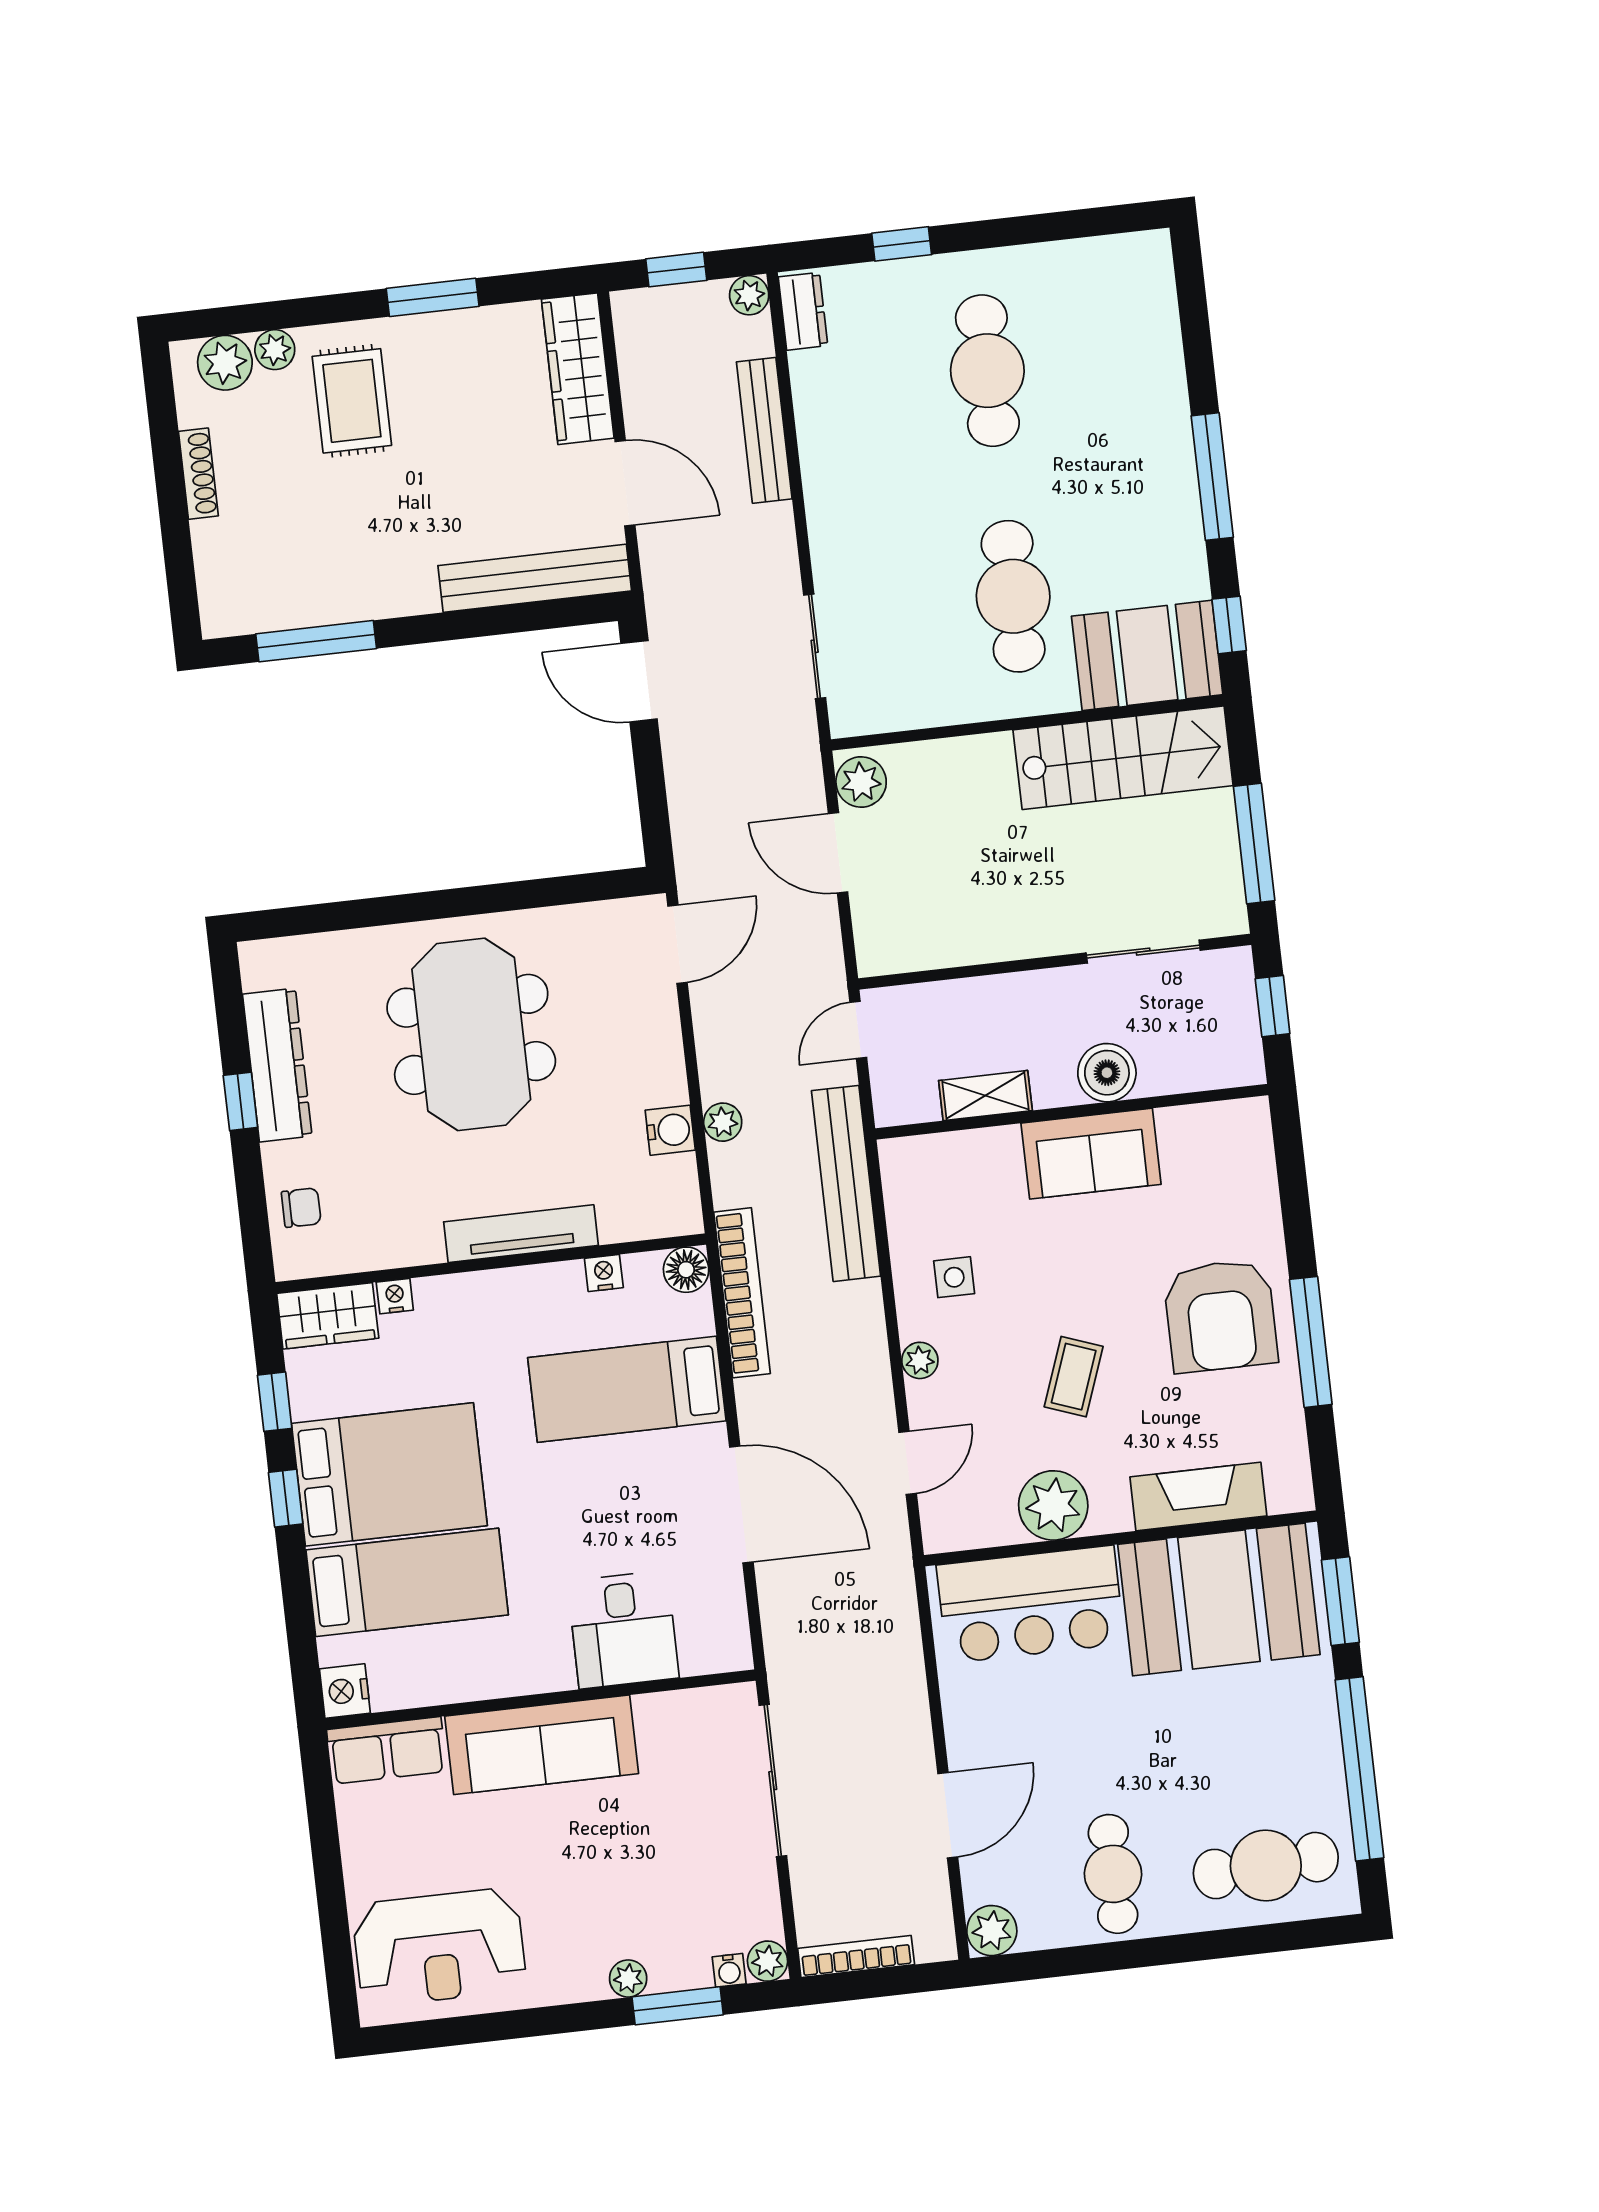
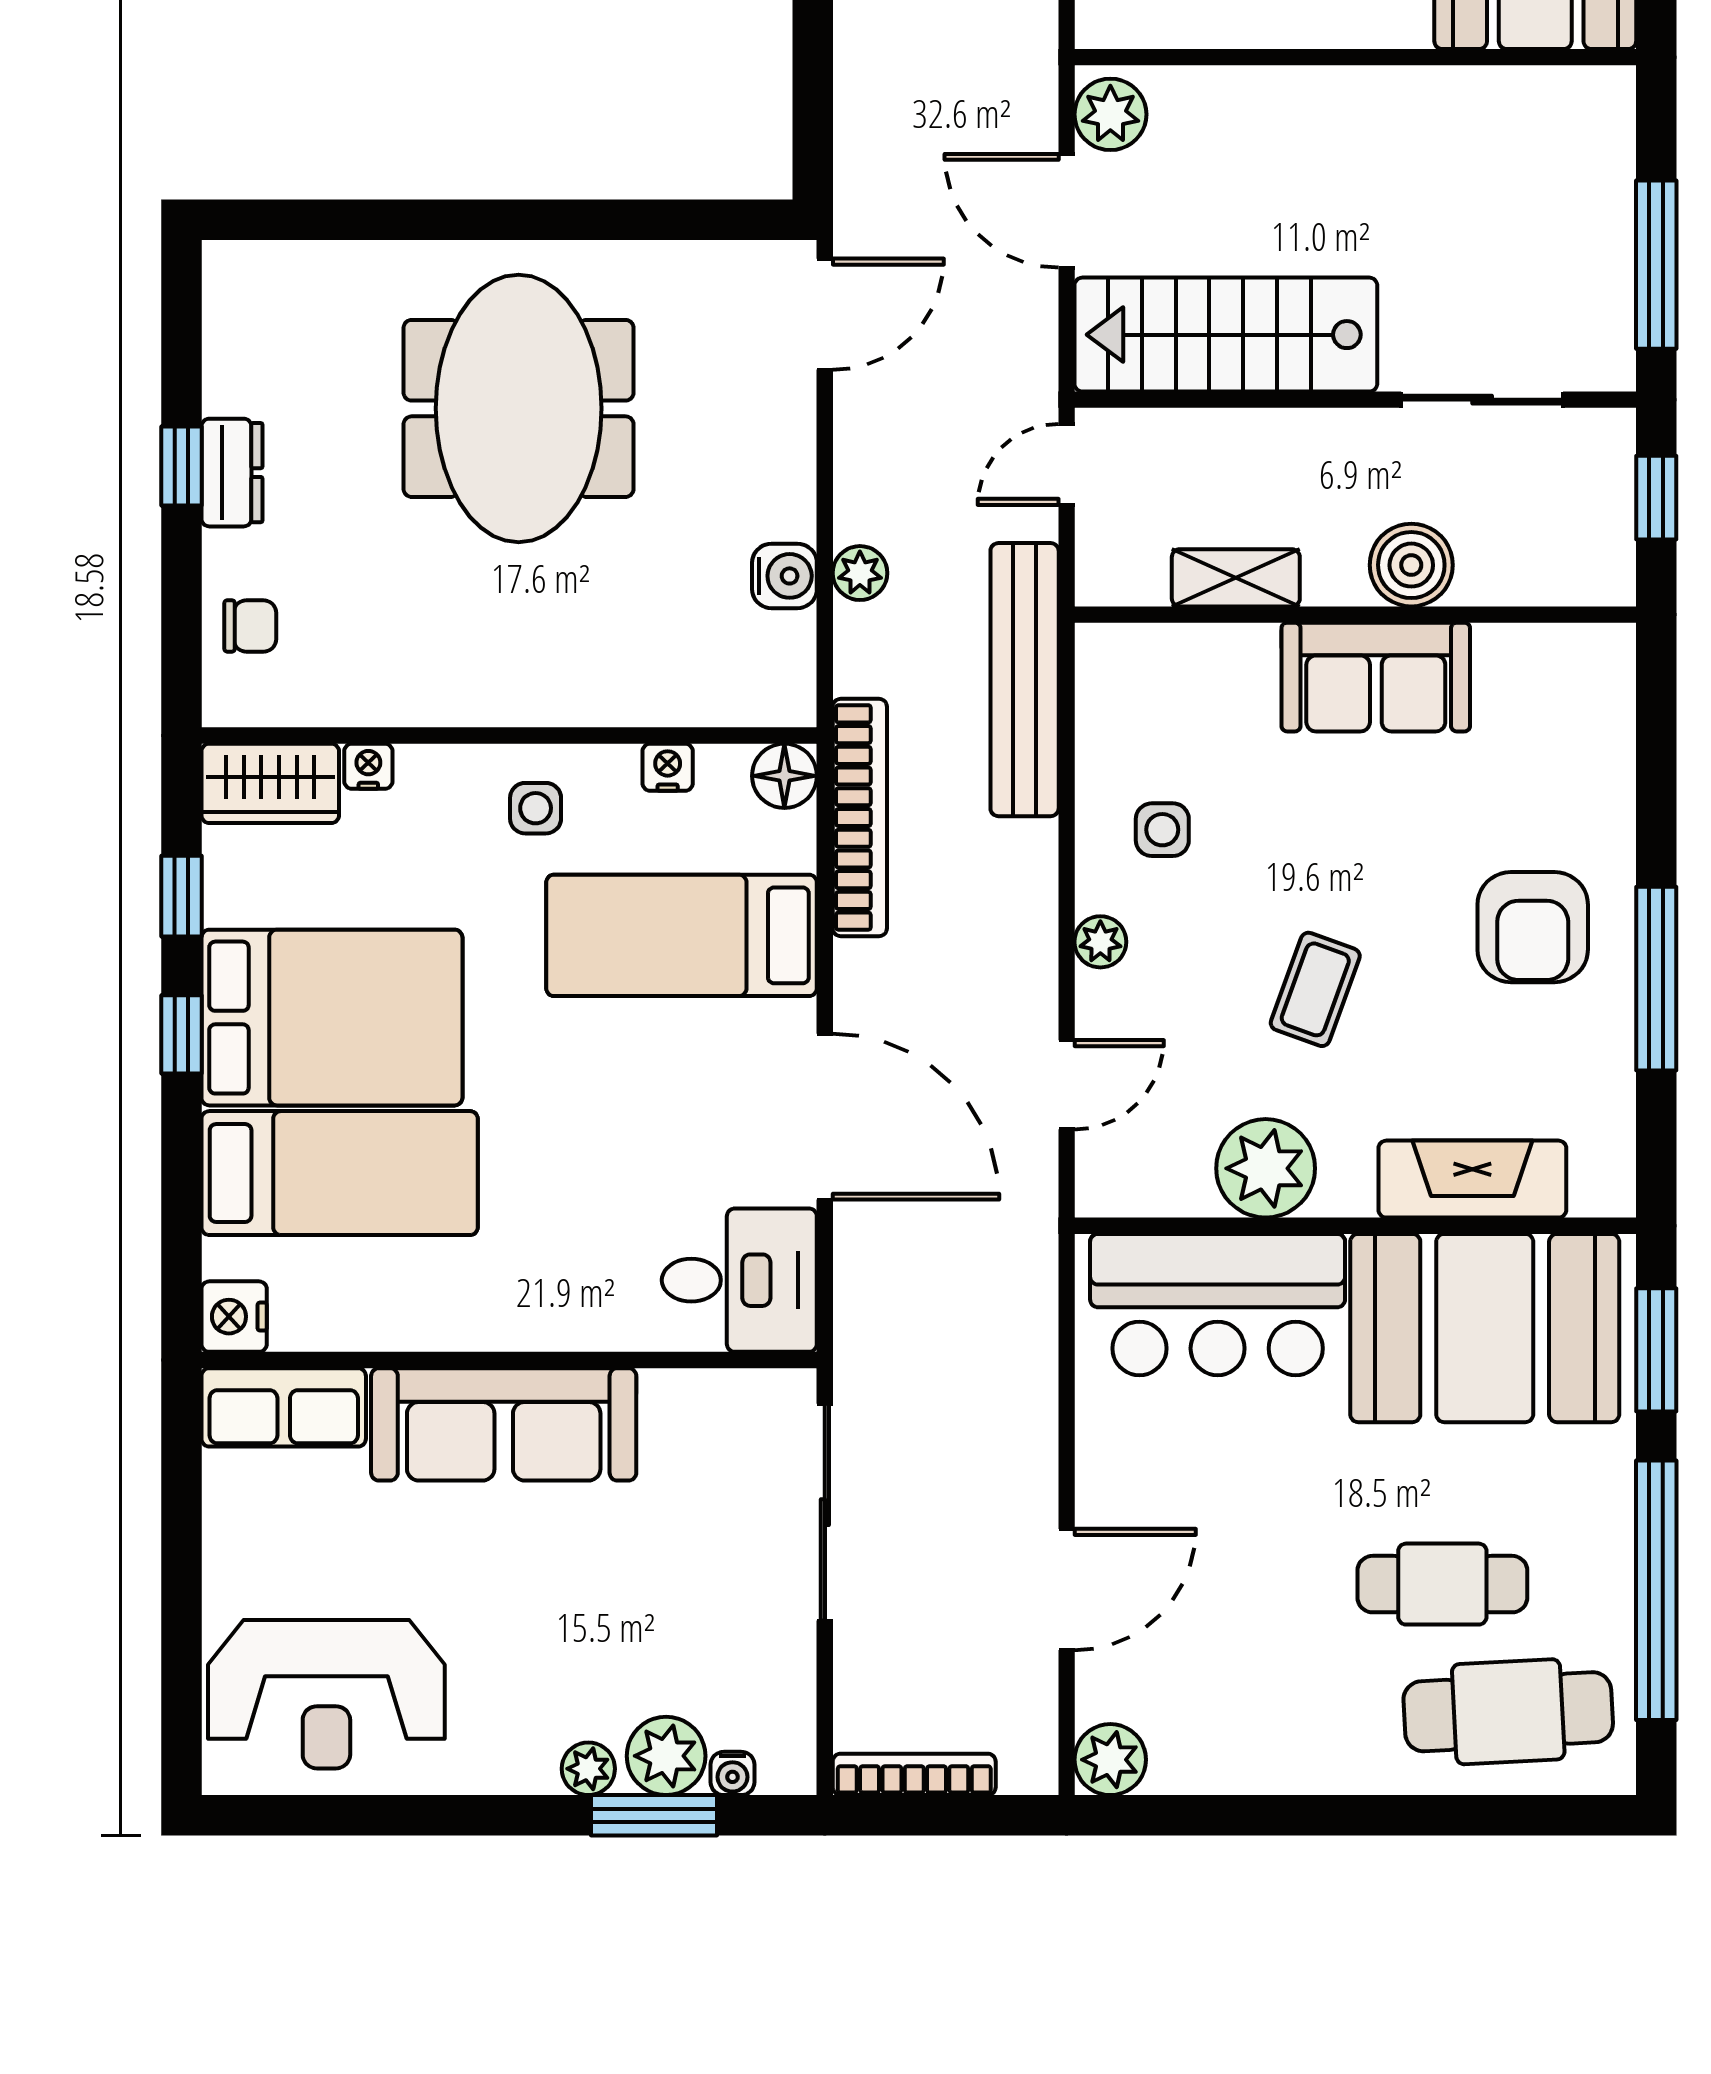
stairs: (1123, 758) -> (1226, 335), moved, turned 180
dresser: (277, 1065) -> (232, 473), width x0.51, depth x0.80
tv unit: (521, 1234) -> (557, 698), removed
side table: (515, 1312) -> (536, 808), added
armchair: (1221, 1316) -> (1533, 927), width x0.73, depth x0.73
desk: (623, 1630) -> (739, 1280), moved, turned -90
cafe table: (1113, 1874) -> (1442, 1584), moved, turned 90
plant: (768, 1961) -> (666, 1756), moved, width x1.38, depth x1.38

